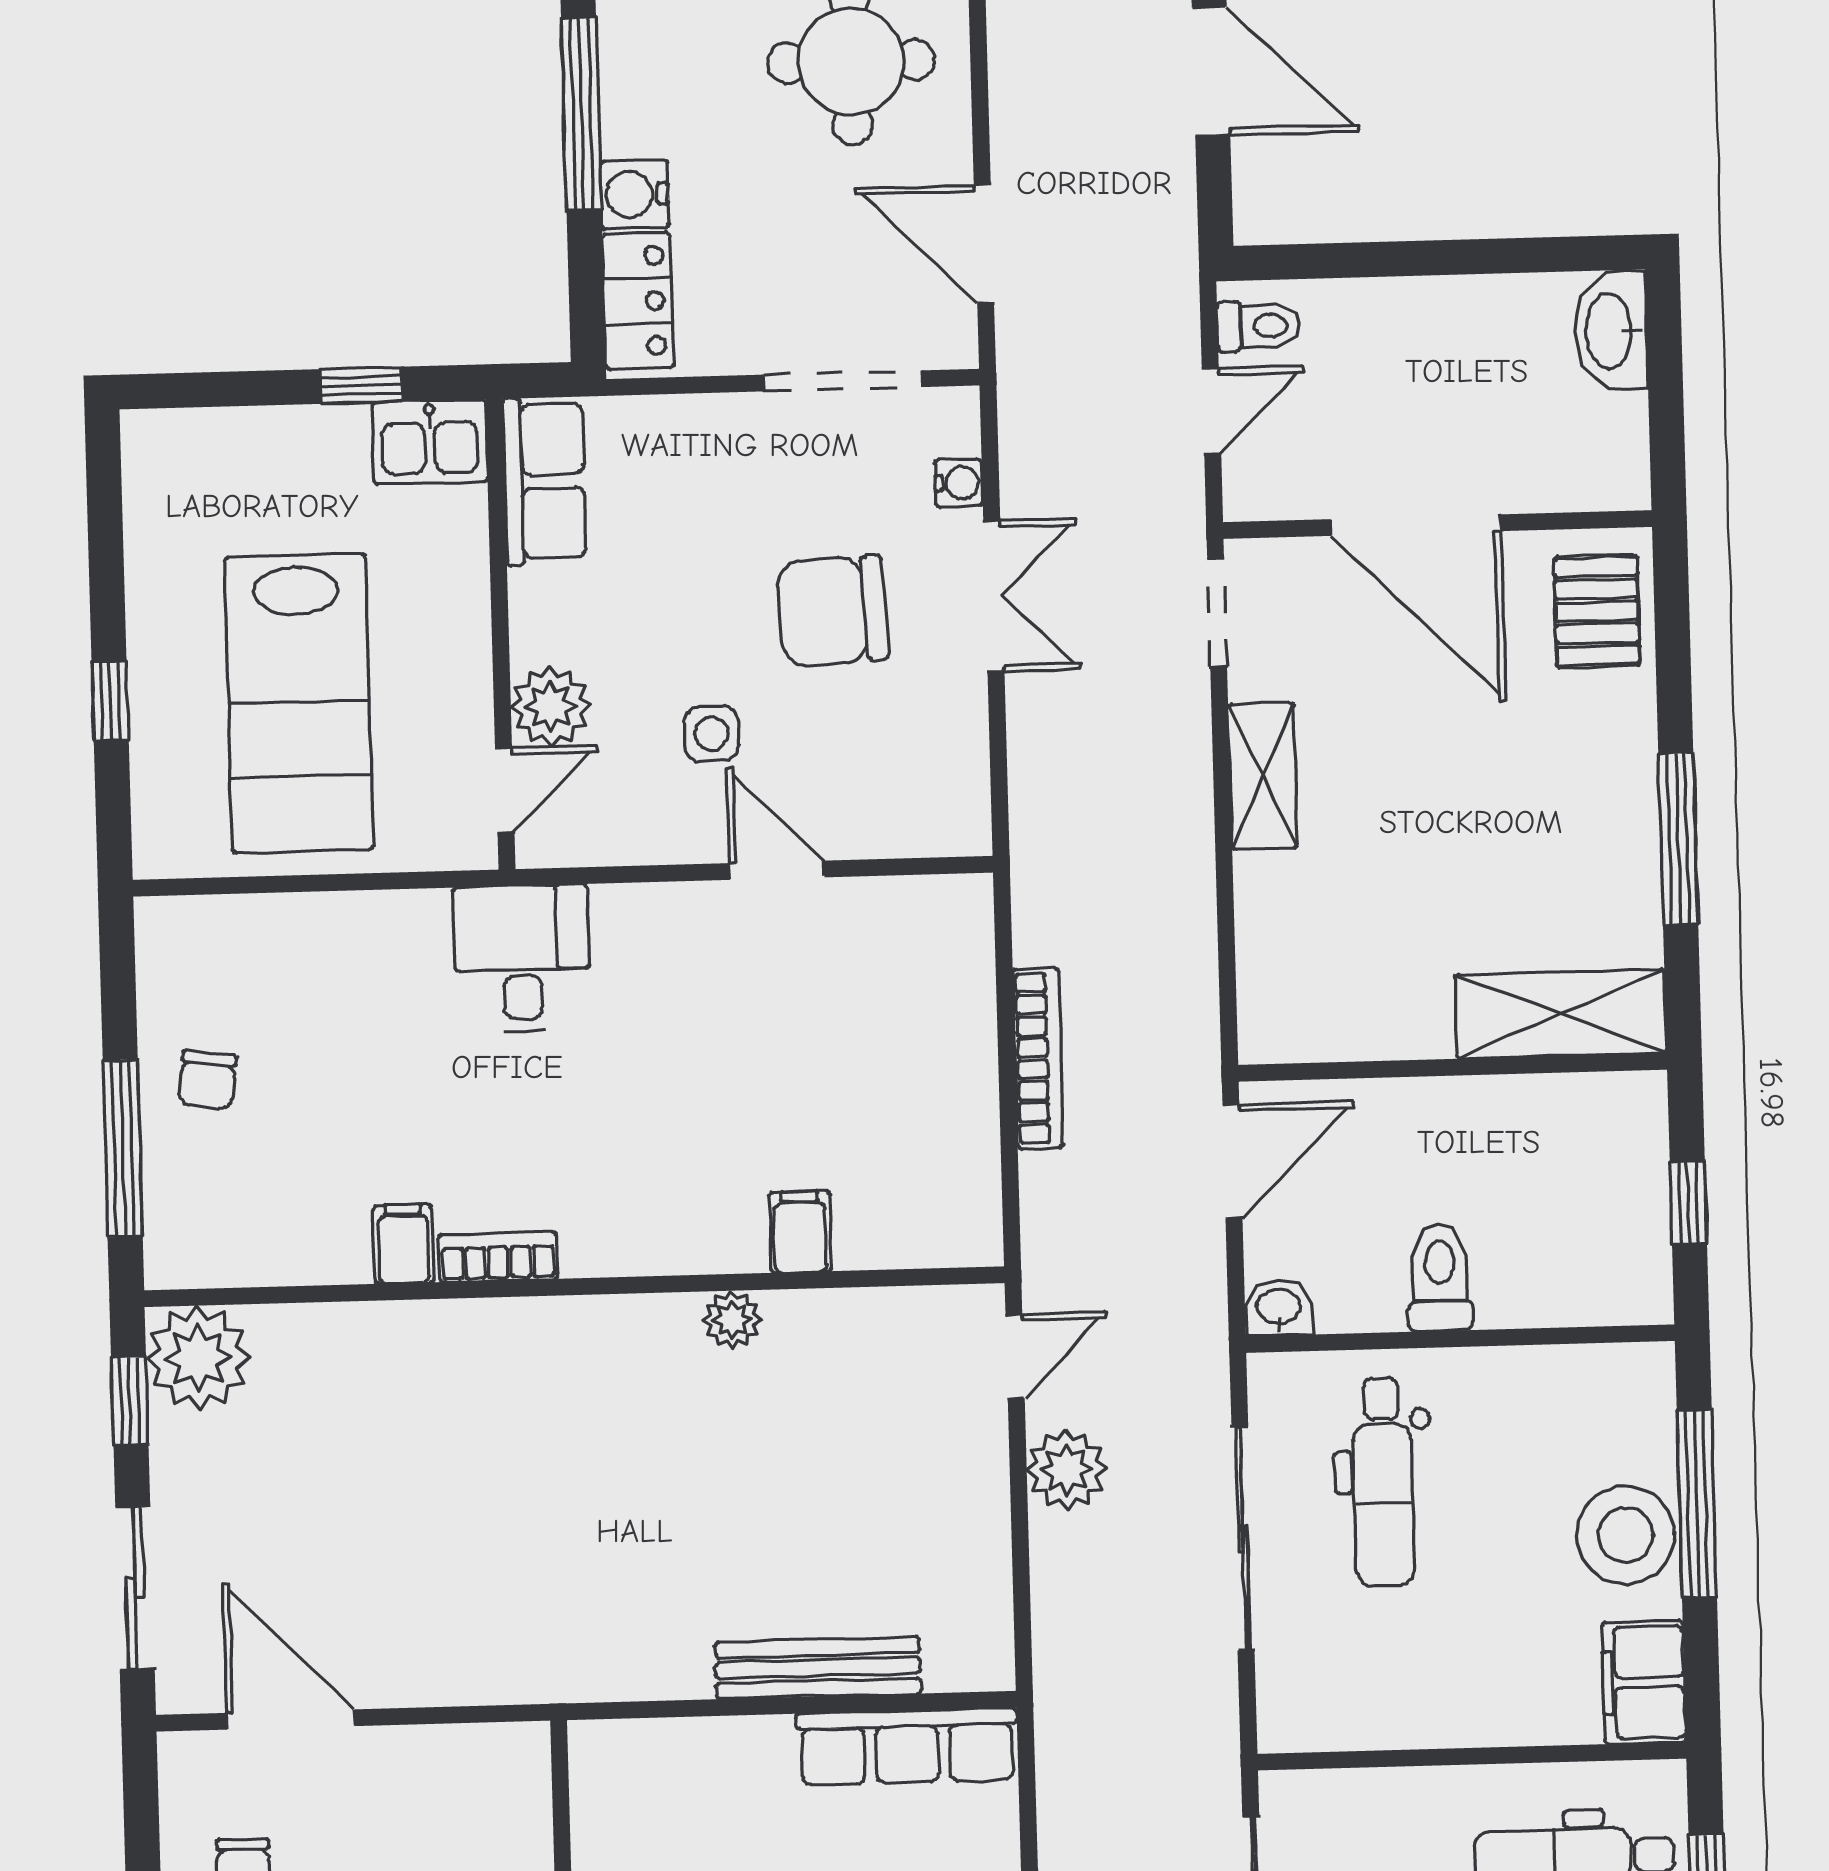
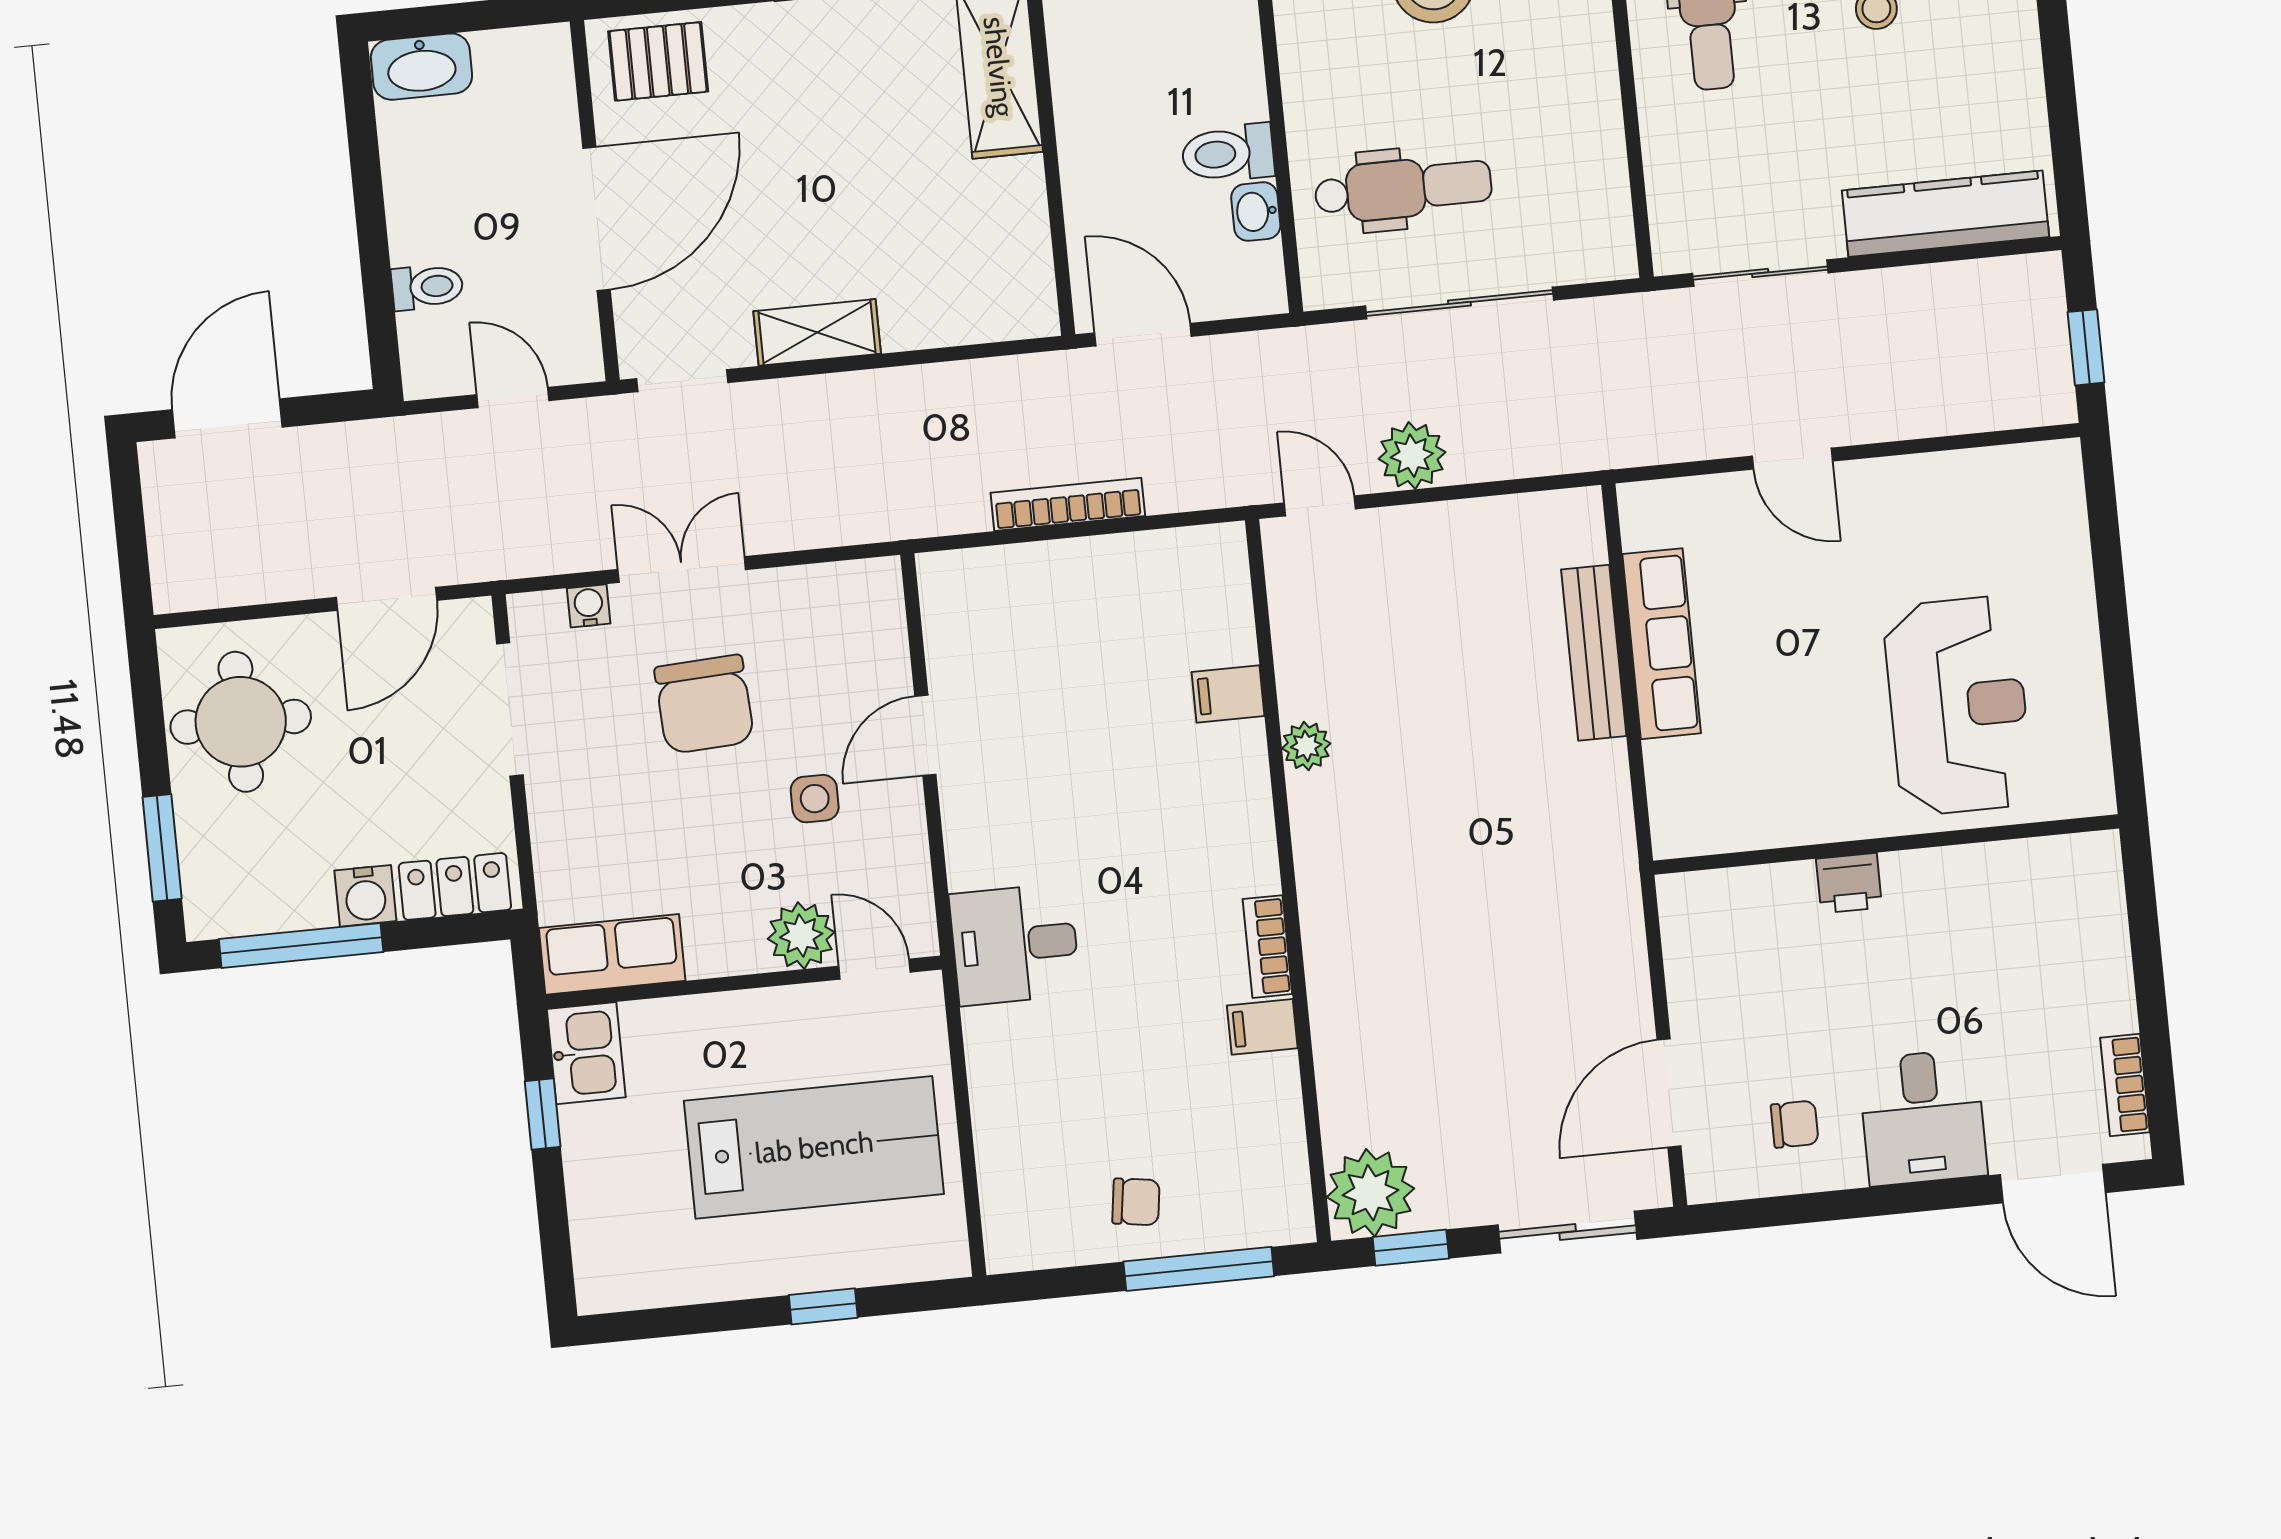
toilet: (1259, 326) -> (427, 287), moved, turned 90
washbasin: (1279, 1308) -> (1256, 212), moved
row of seats: (907, 1746) -> (1662, 644), moved

